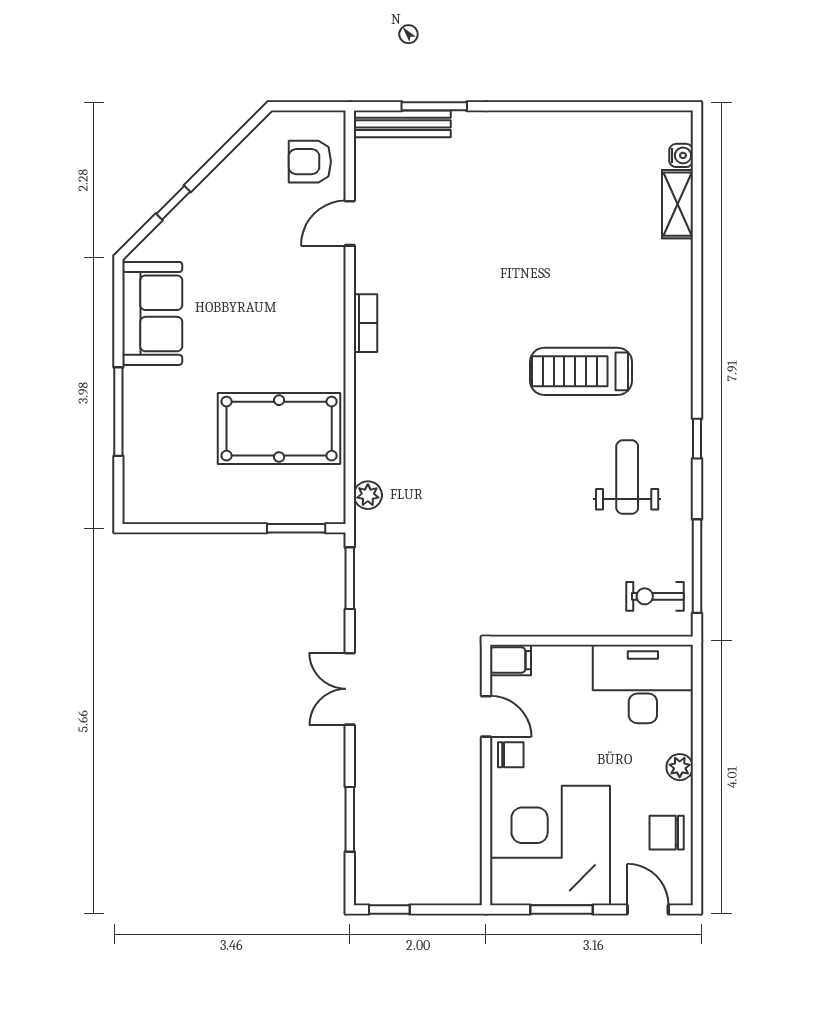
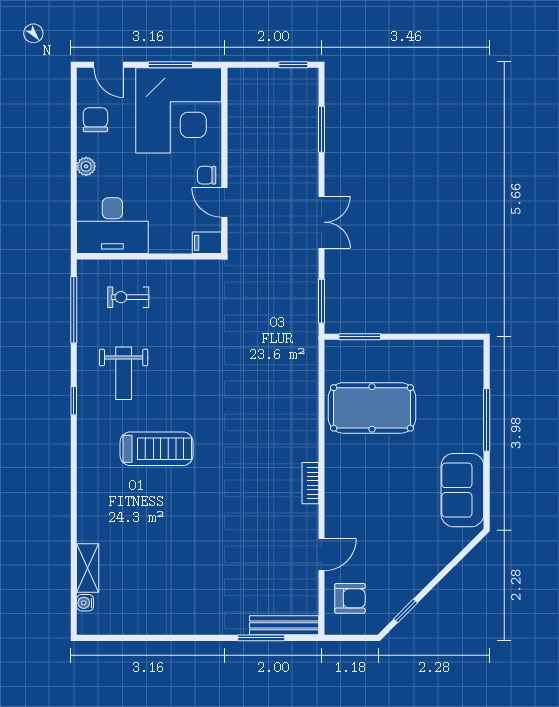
window: (173, 203) -> (406, 611), moved
plant: (368, 495) -> (309, 360), removed
exercise bike: (655, 596) -> (128, 297), moved, turned 180
chair: (667, 833) -> (95, 120), turned -90

